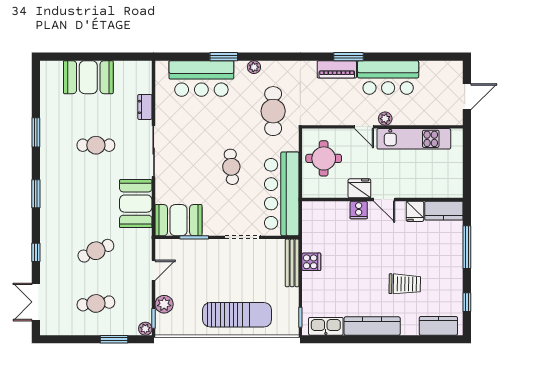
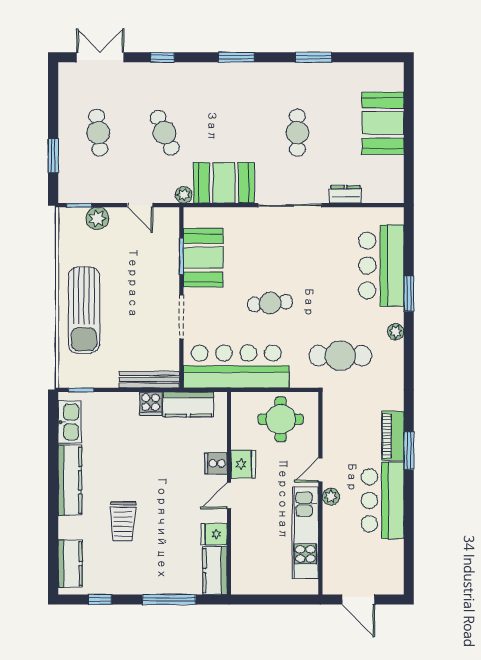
booth: (179, 220) -> (203, 258), moved
kitchen counter: (312, 232) -> (188, 404), added
plant: (145, 329) -> (184, 195), moved

